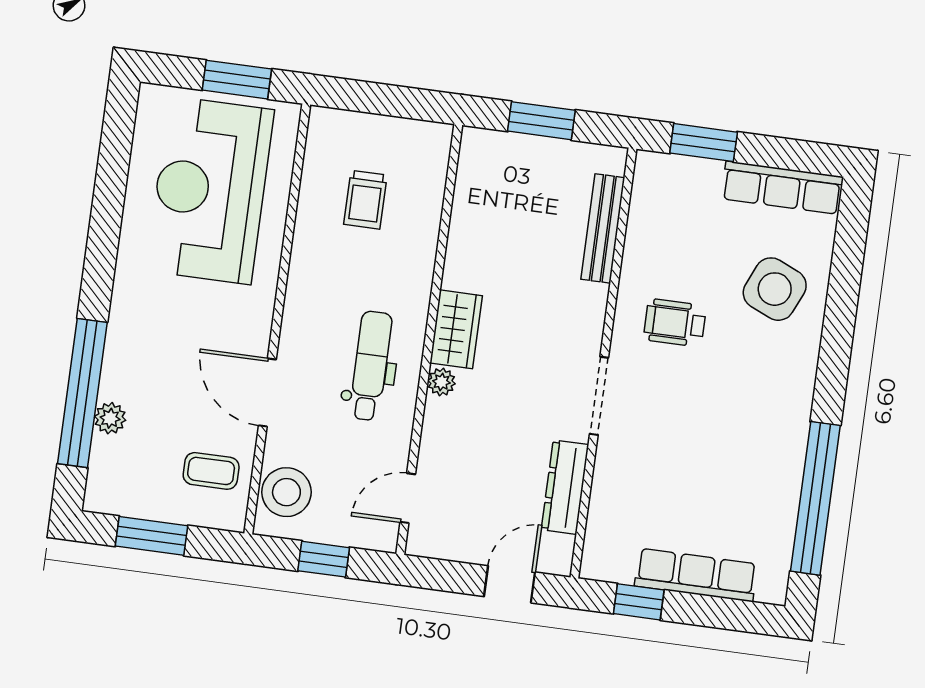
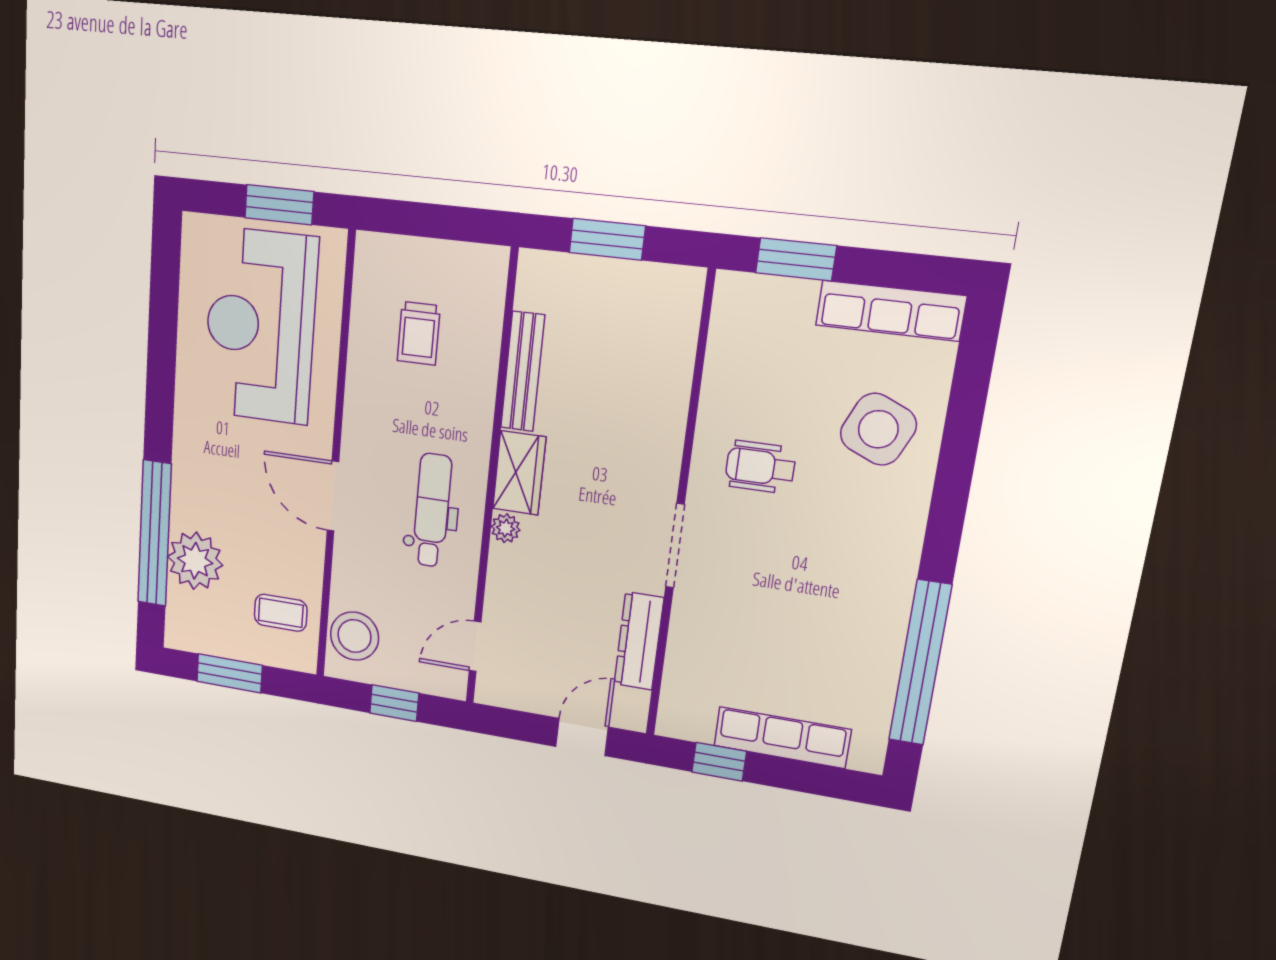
bench: (603, 228) -> (523, 372), moved
door: (267, 393) -> (333, 496), moved
plant: (110, 418) -> (195, 561), width x1.87, depth x1.87

